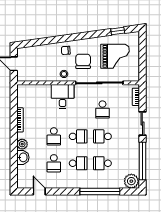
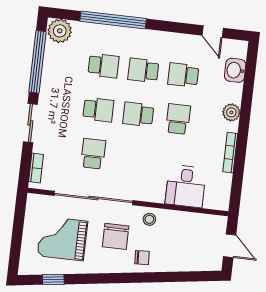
desk: (63, 96) -> (186, 186), moved
washbasin: (23, 157) -> (235, 70), moved
school desk: (54, 163) -> (183, 75), turned -90

